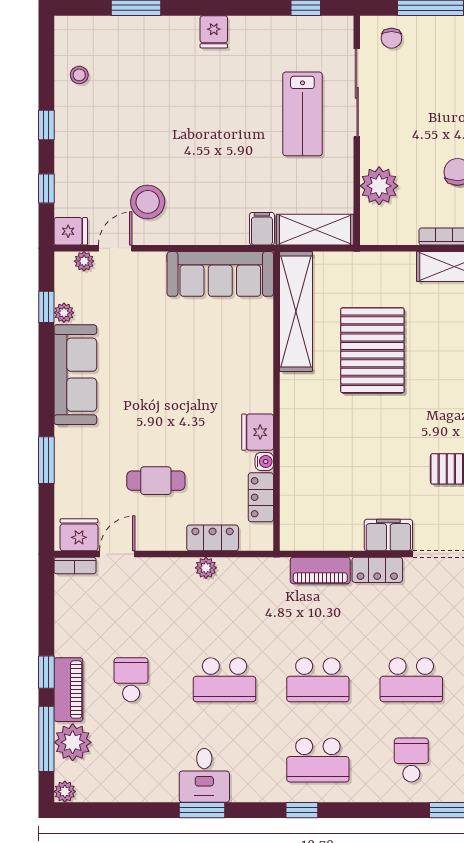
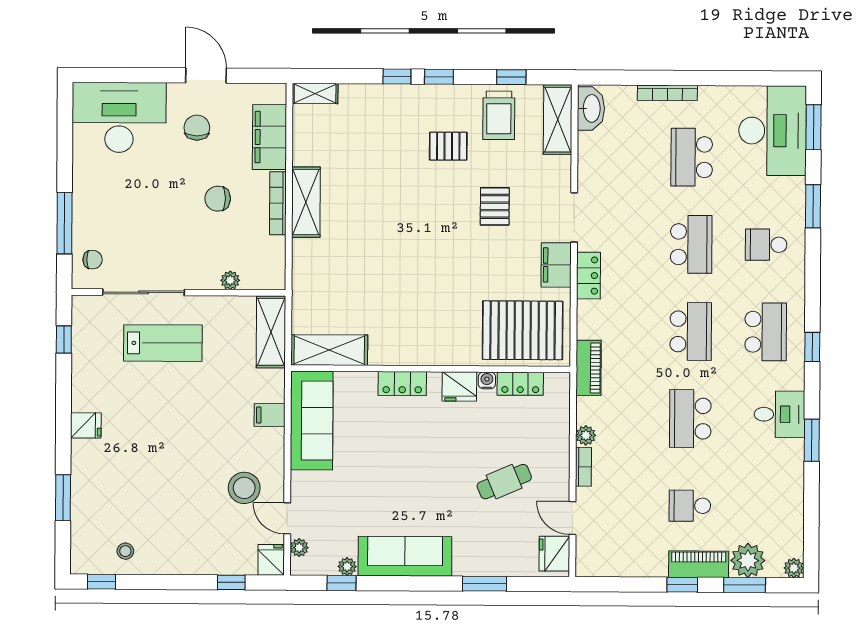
window: (46, 125) -> (102, 582), moved
plant: (379, 186) -> (230, 280), width x0.53, depth x0.53
filing cabinet: (262, 229) -> (270, 415), moved
shelving: (296, 311) -> (329, 350), width x0.68
pallet: (372, 350) -> (523, 330), moved
cafe table: (156, 481) -> (504, 482), turned 67
locker: (213, 538) -> (402, 384), moved, turned -90
bookcase: (75, 566) -> (583, 467), moved
piano: (320, 570) -> (589, 368), moved
school desk: (224, 680) -> (690, 419), turned 180
window: (46, 739) -> (745, 585), width x0.69
desk: (204, 775) -> (779, 414), moved

